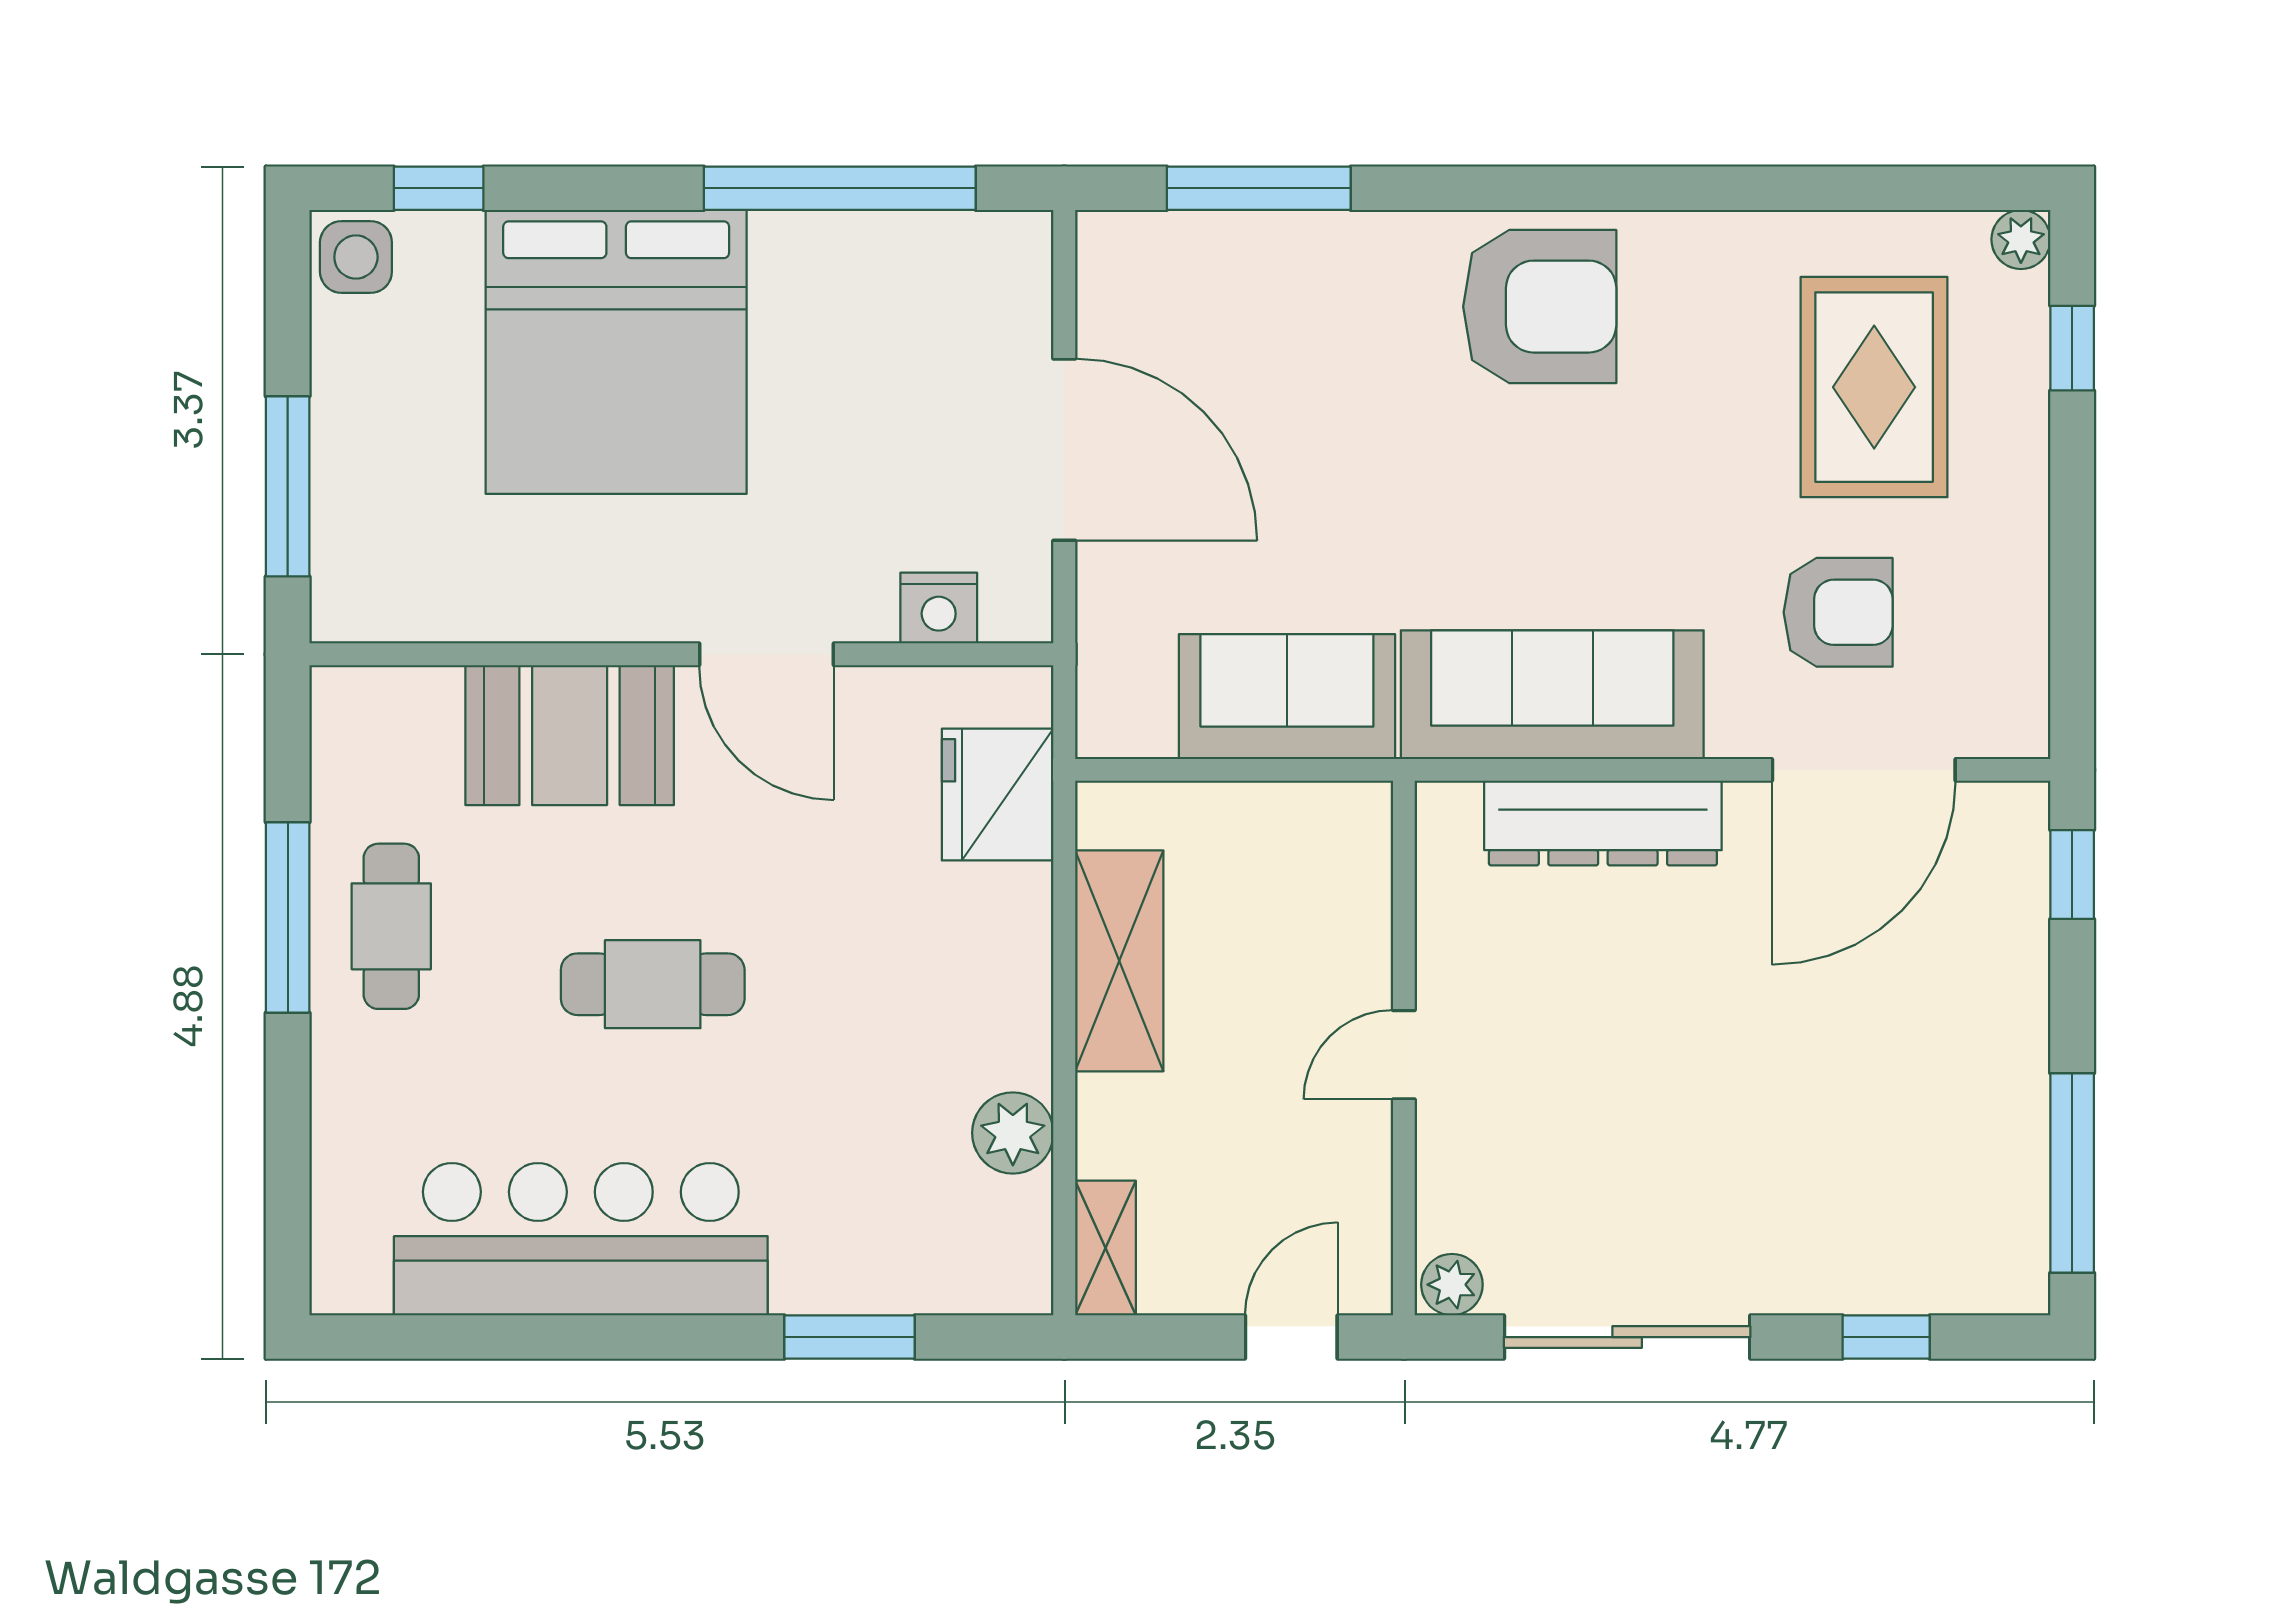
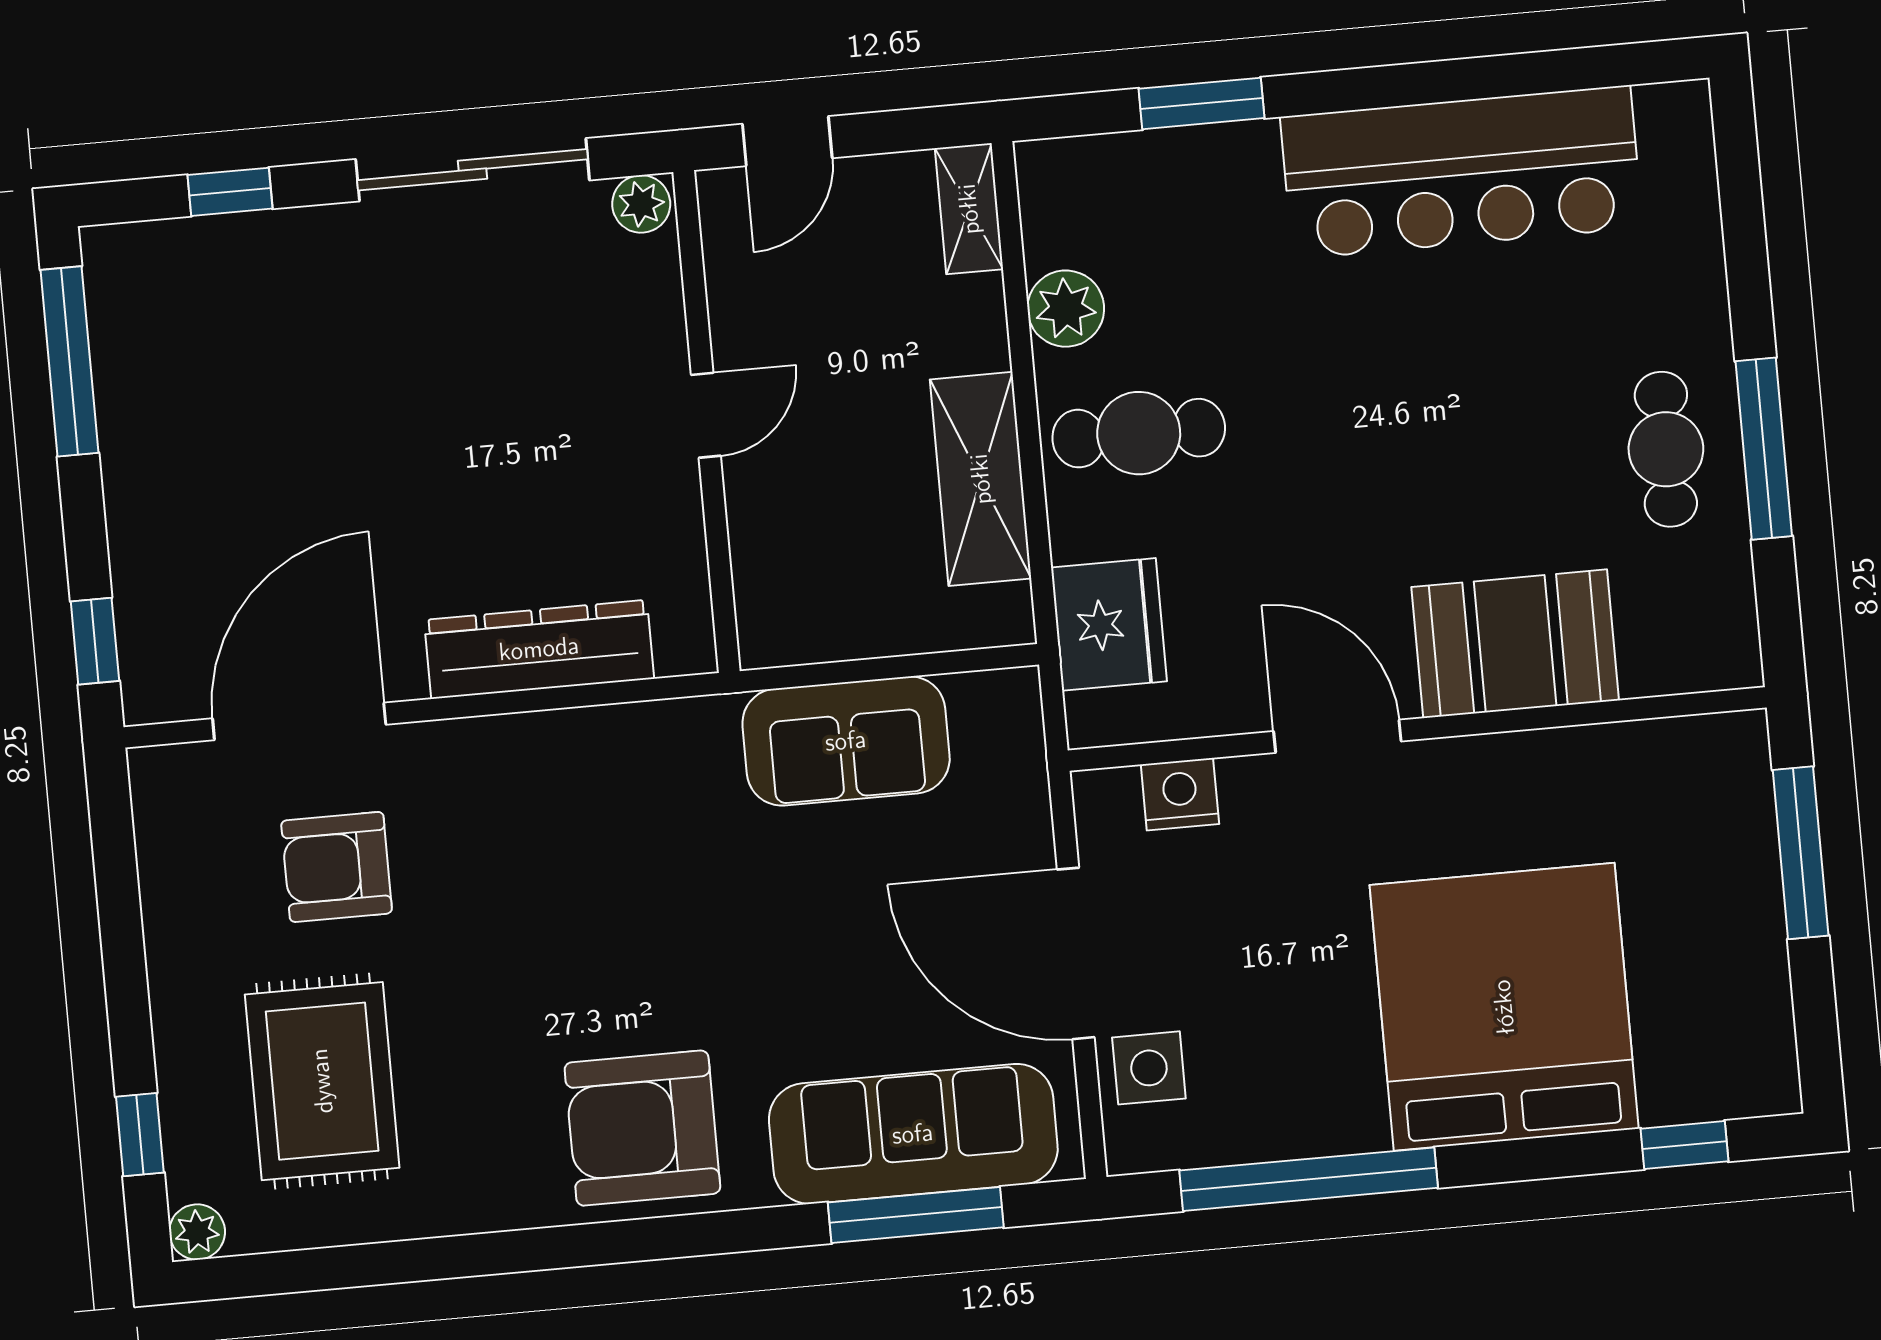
side table: (356, 257) -> (1149, 1068), moved
sofa: (1552, 695) -> (913, 1134), moved, turned 180
cafe table: (653, 984) -> (1139, 433), moved

